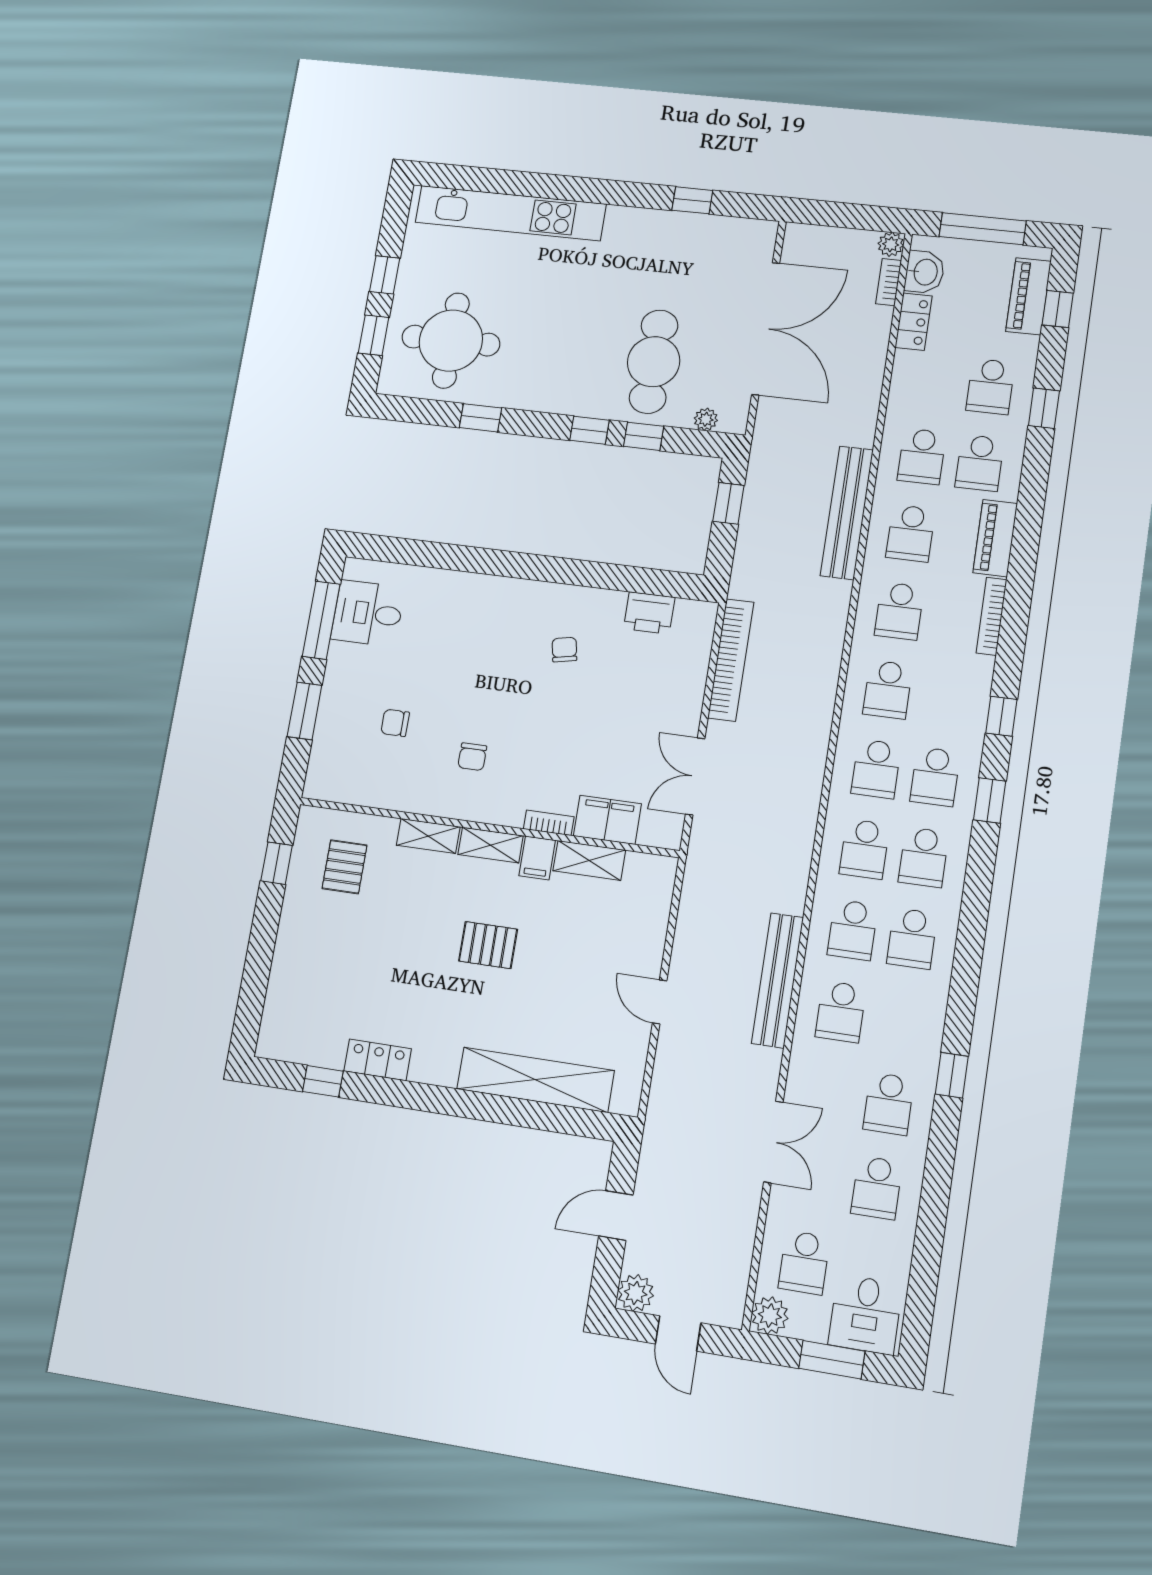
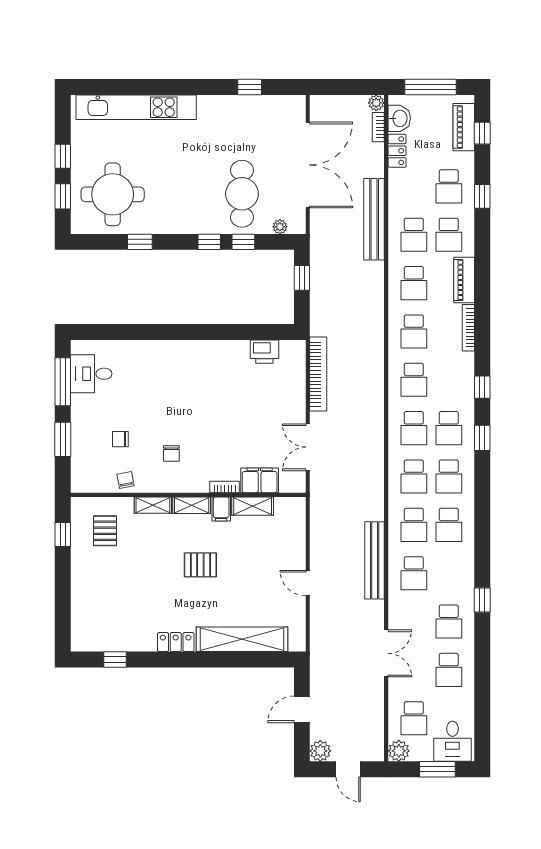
bench: (847, 513) -> (374, 219), moved
chair: (564, 650) -> (125, 480), moved
locker: (378, 1060) -> (176, 642), moved

